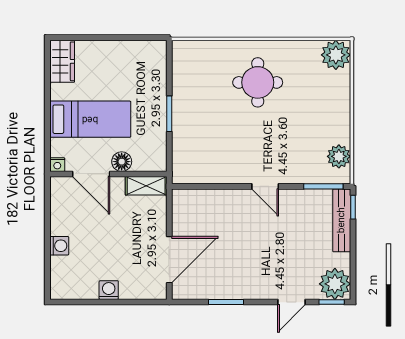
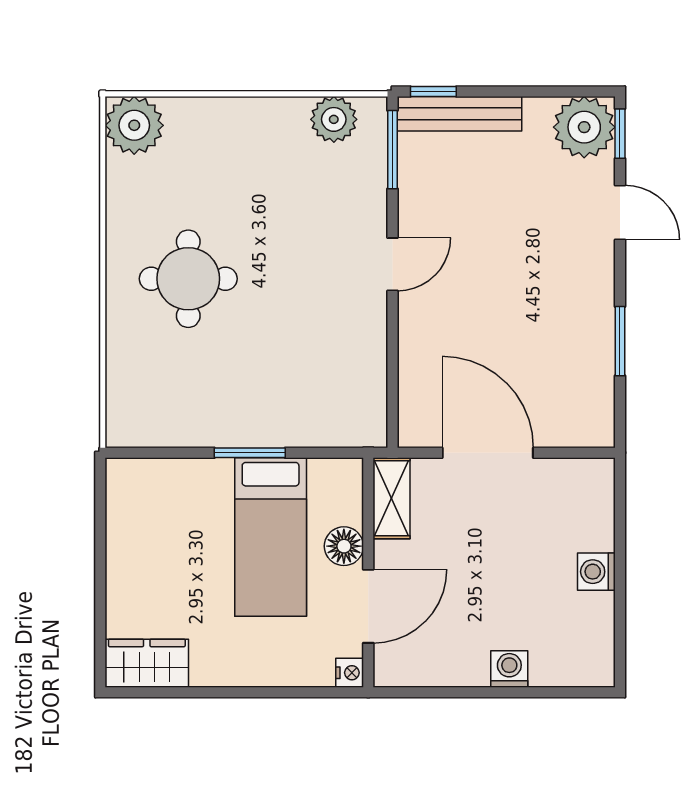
bed: (90, 119) -> (271, 537), moved, turned 180
door: (169, 260) -> (488, 453), moved

